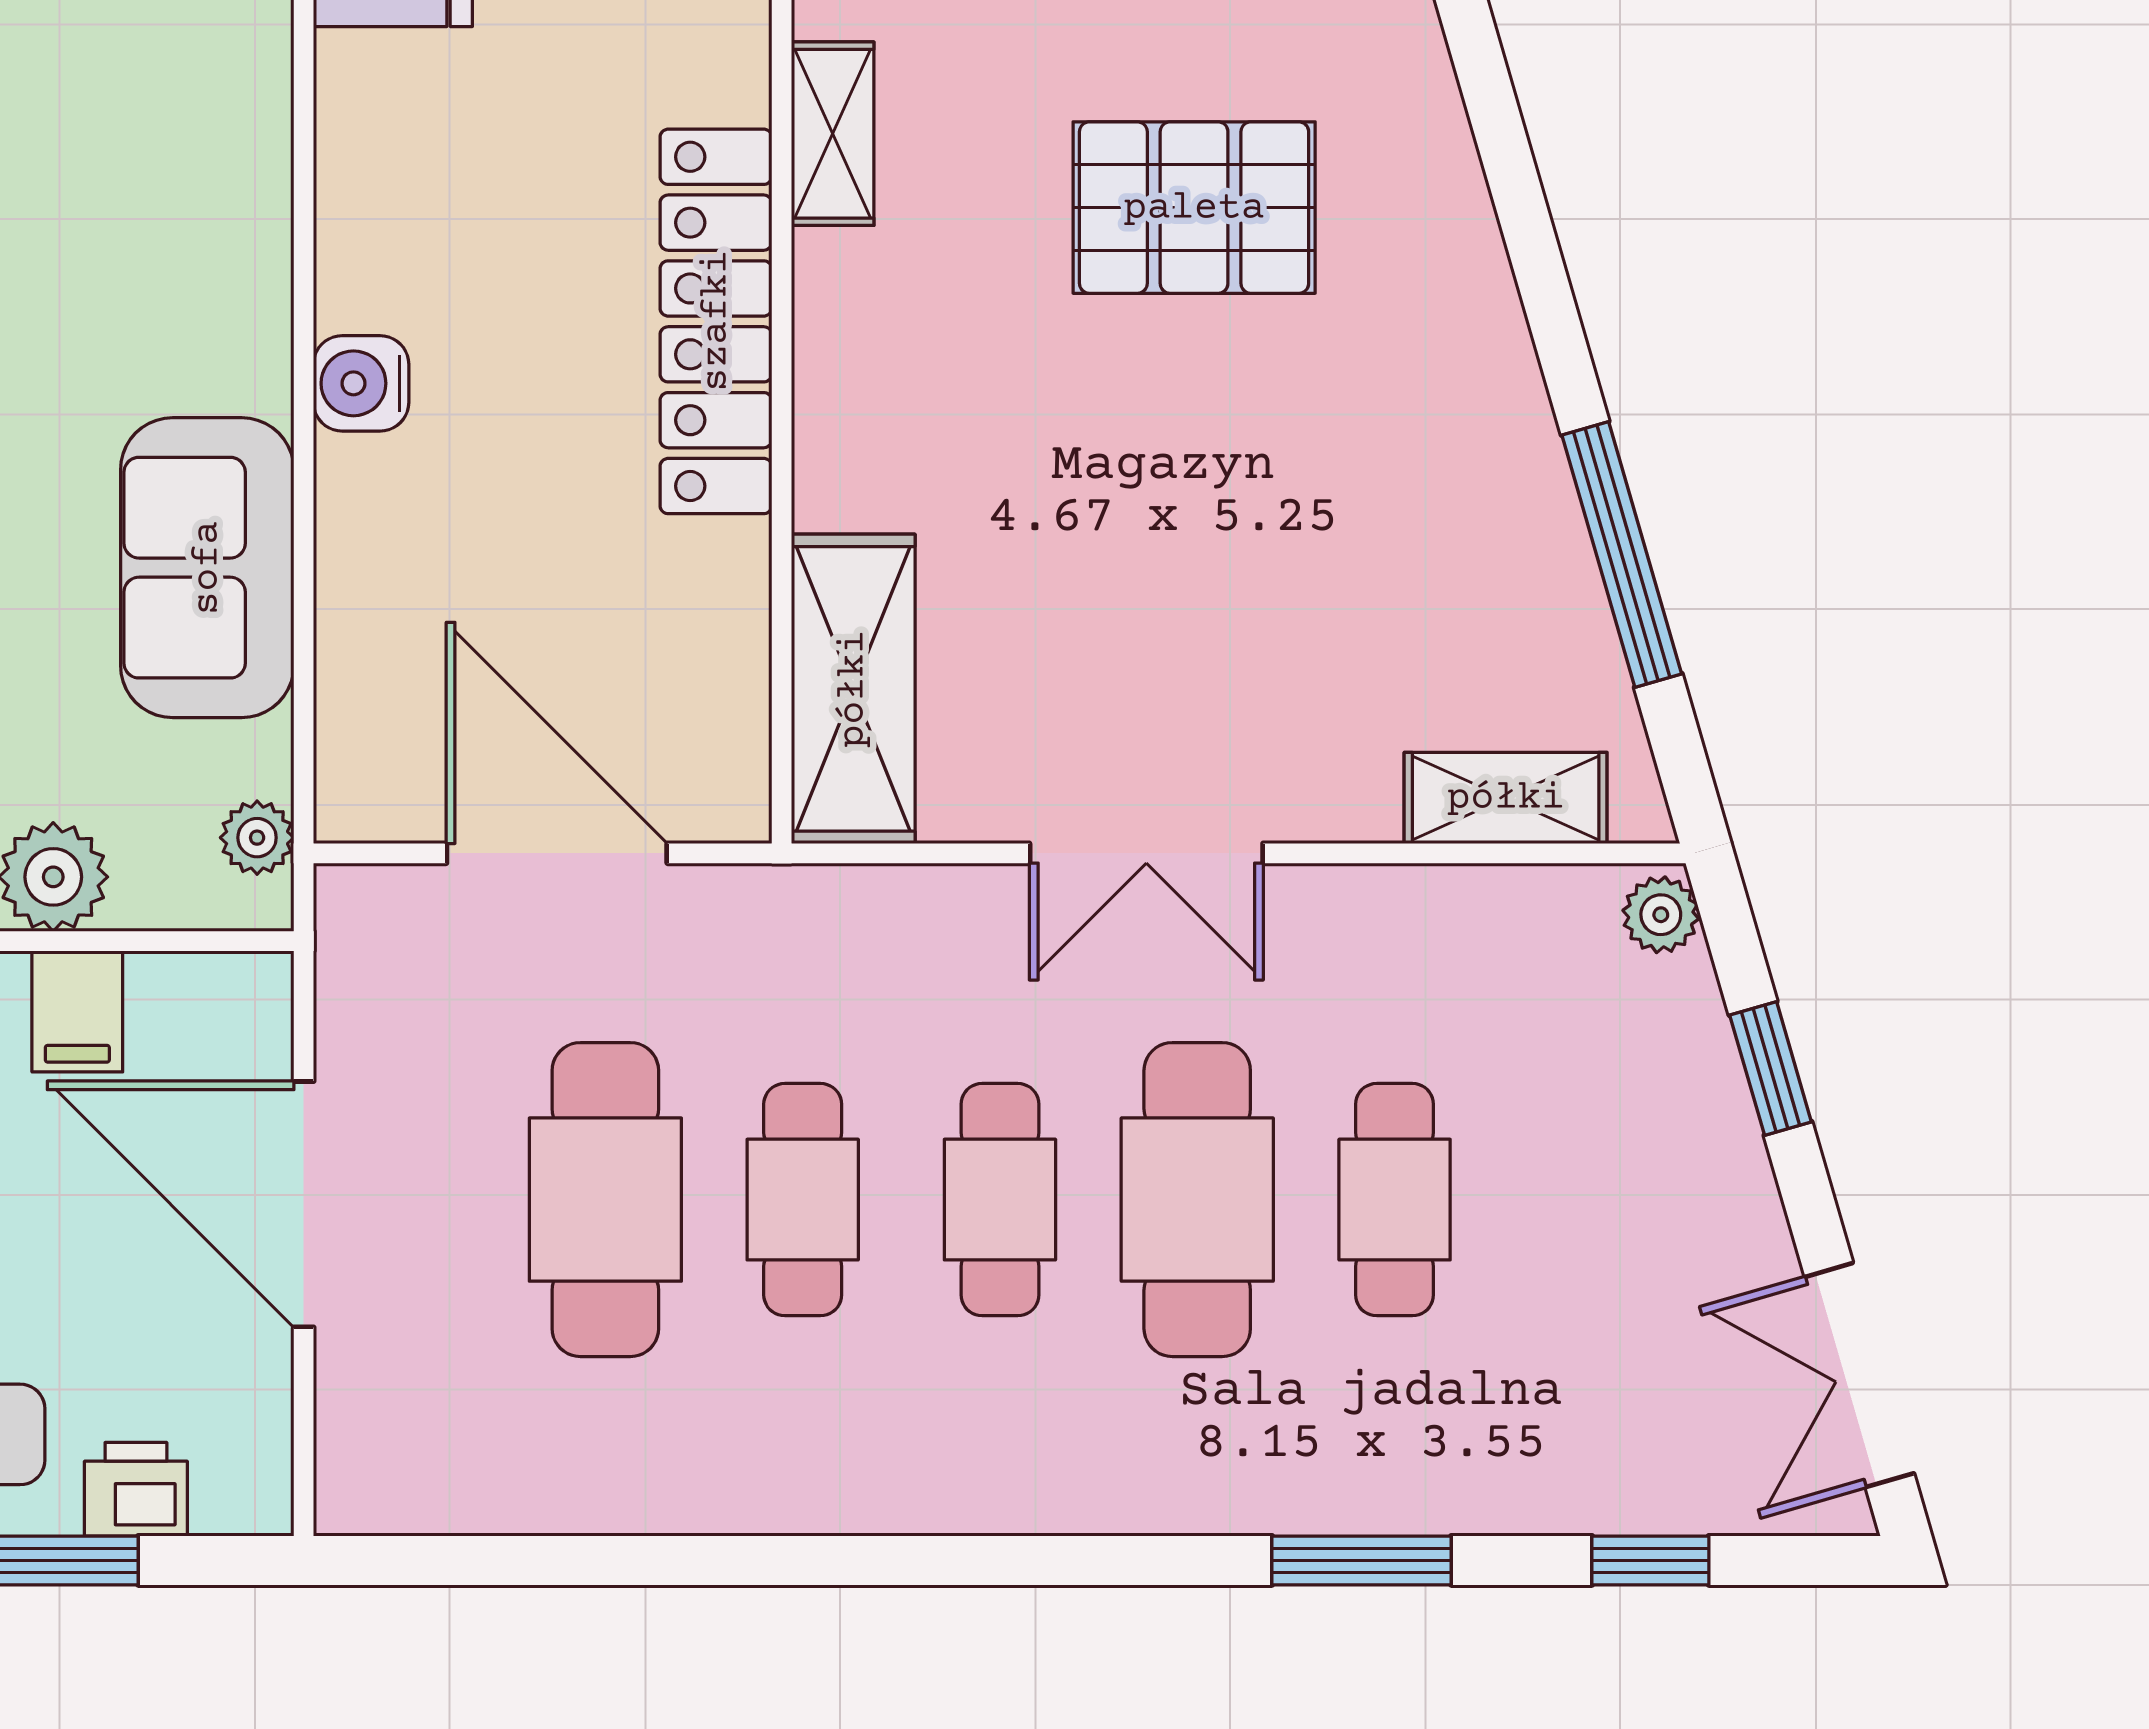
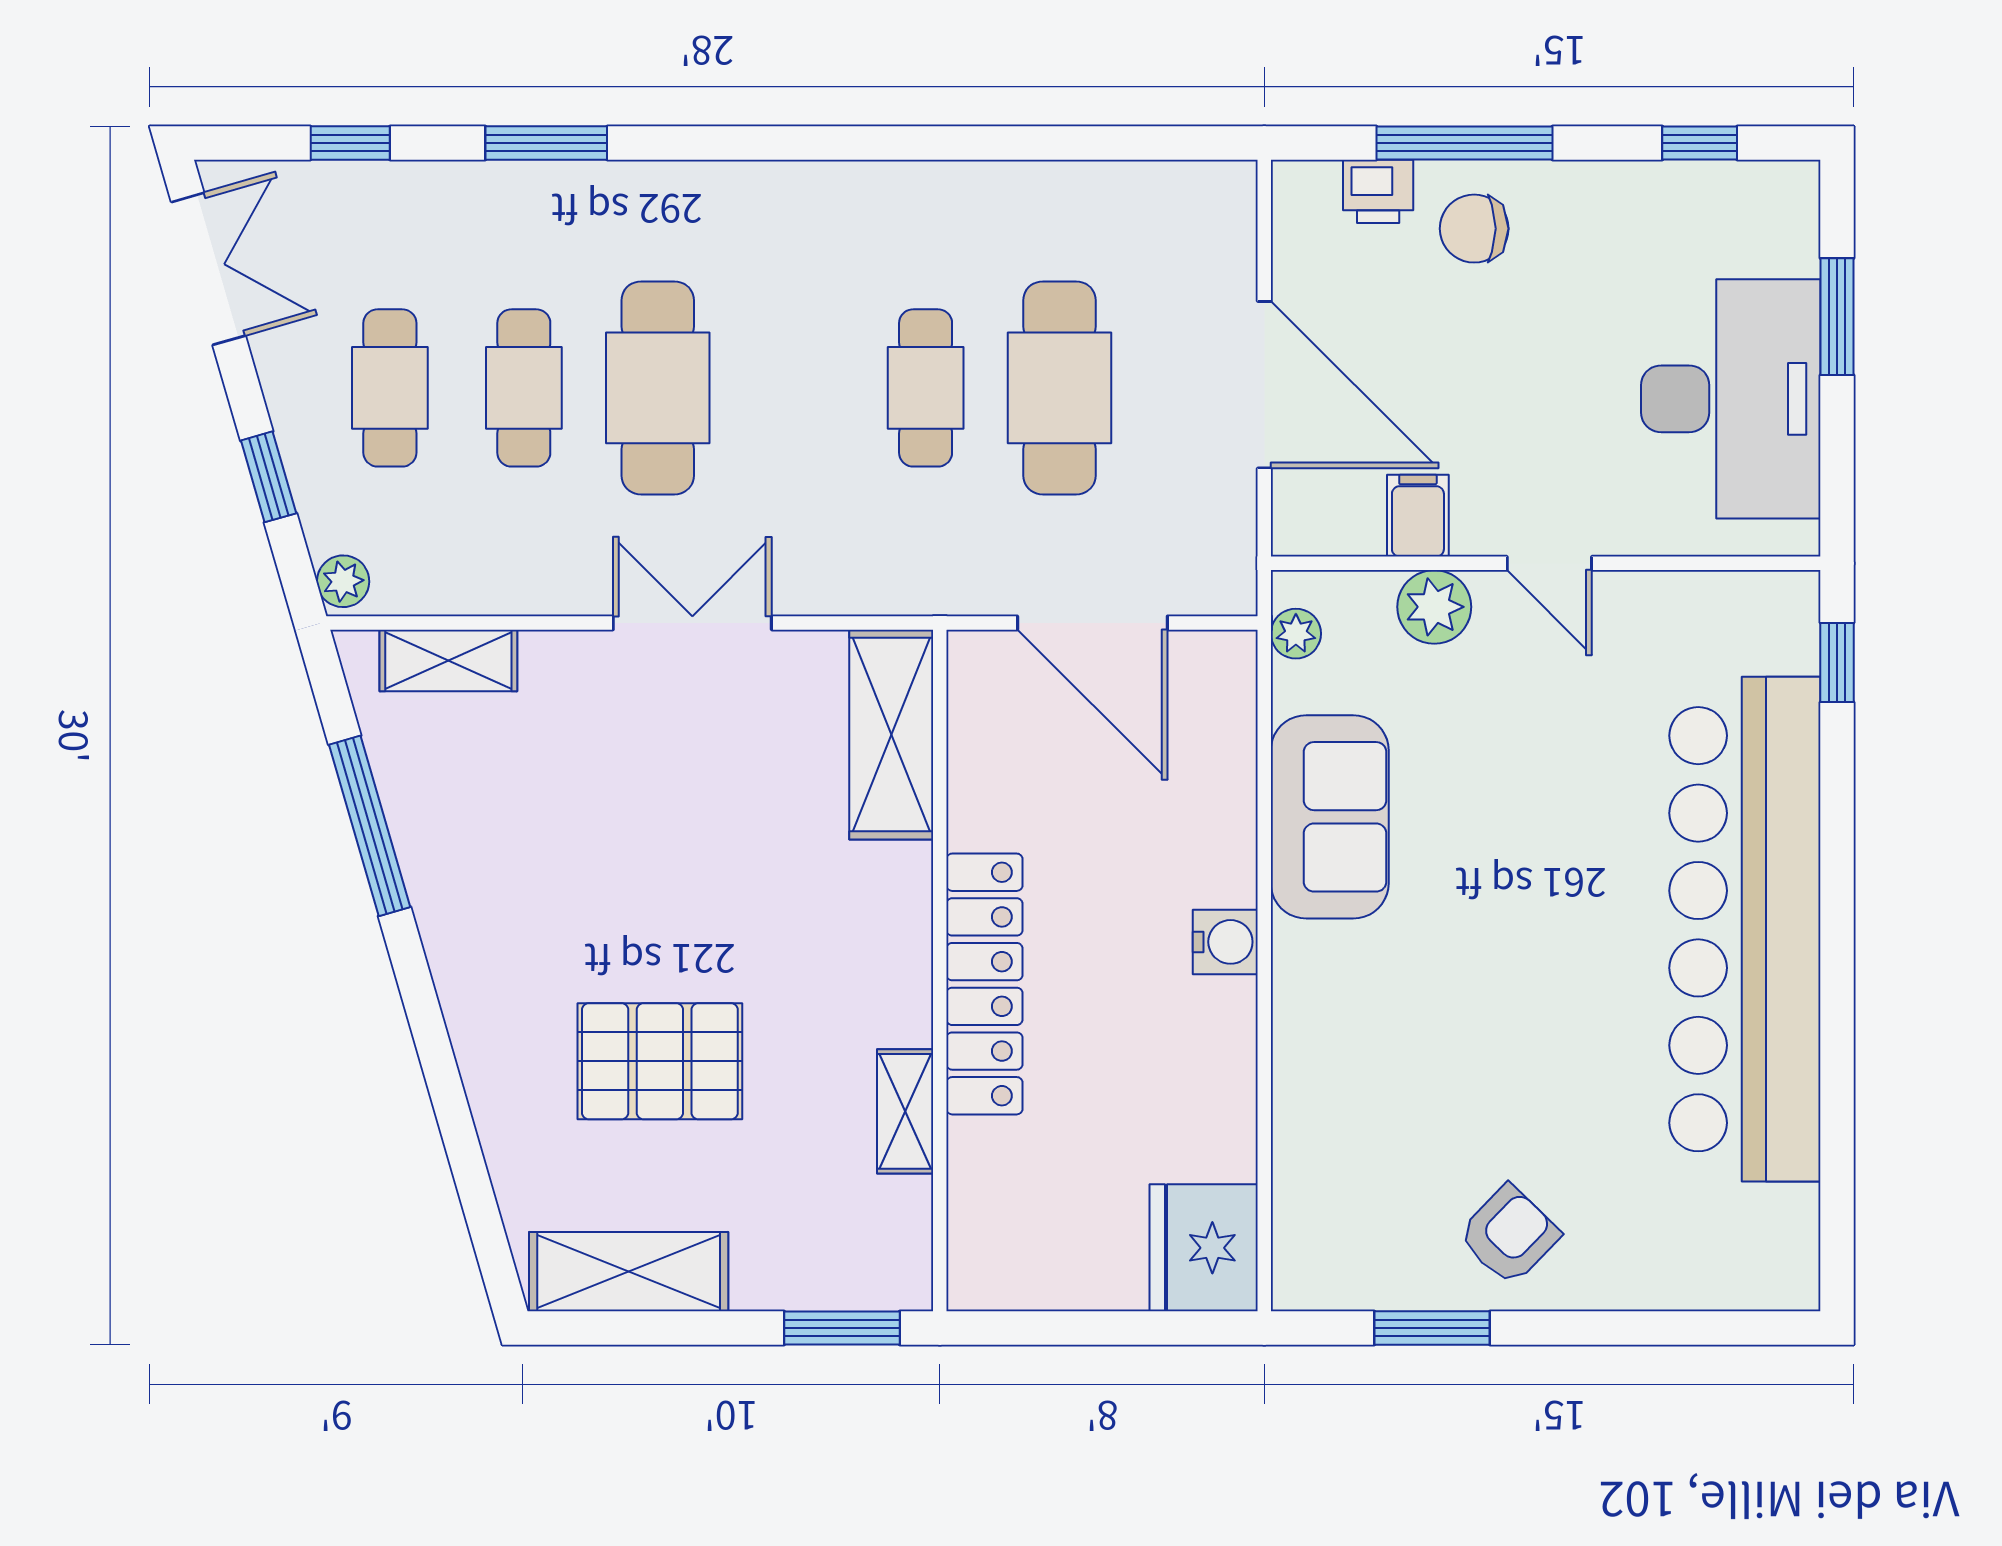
cafe table: (1000, 1200) -> (390, 388), moved

